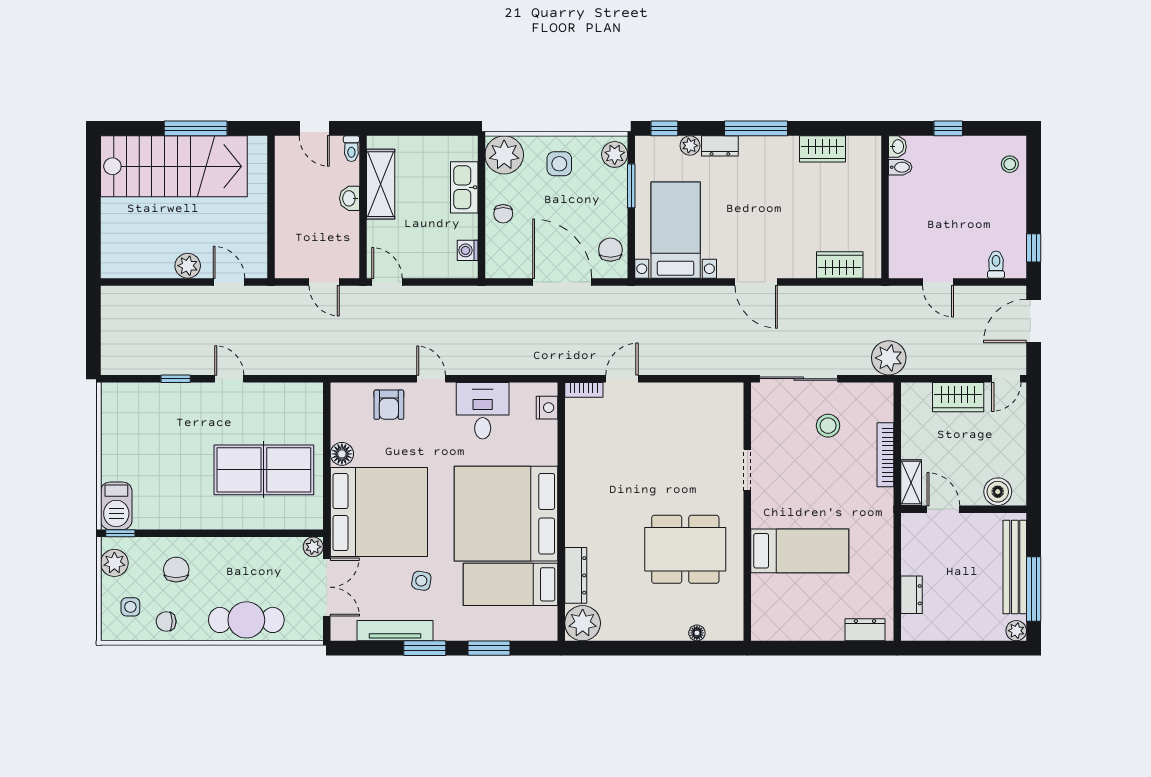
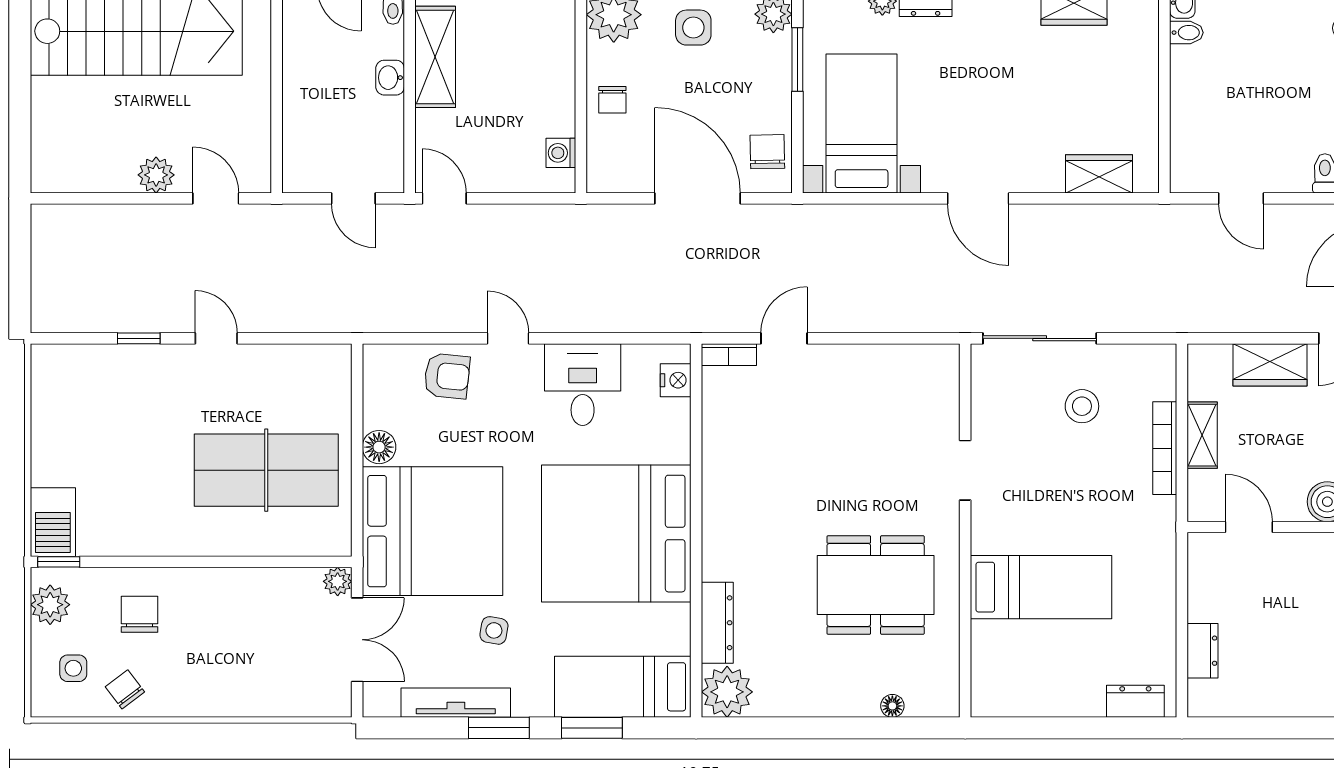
kitchen sink: (464, 187) -> (556, 62), removed
plant: (889, 358) -> (1170, 308), removed
armchair: (389, 405) -> (447, 376), turned -84
shelving: (911, 483) -> (1202, 435), moved
bed: (510, 584) -> (623, 687), moved
cafe table: (246, 620) -> (241, 687), removed
chair: (166, 621) -> (125, 689), turned 53

